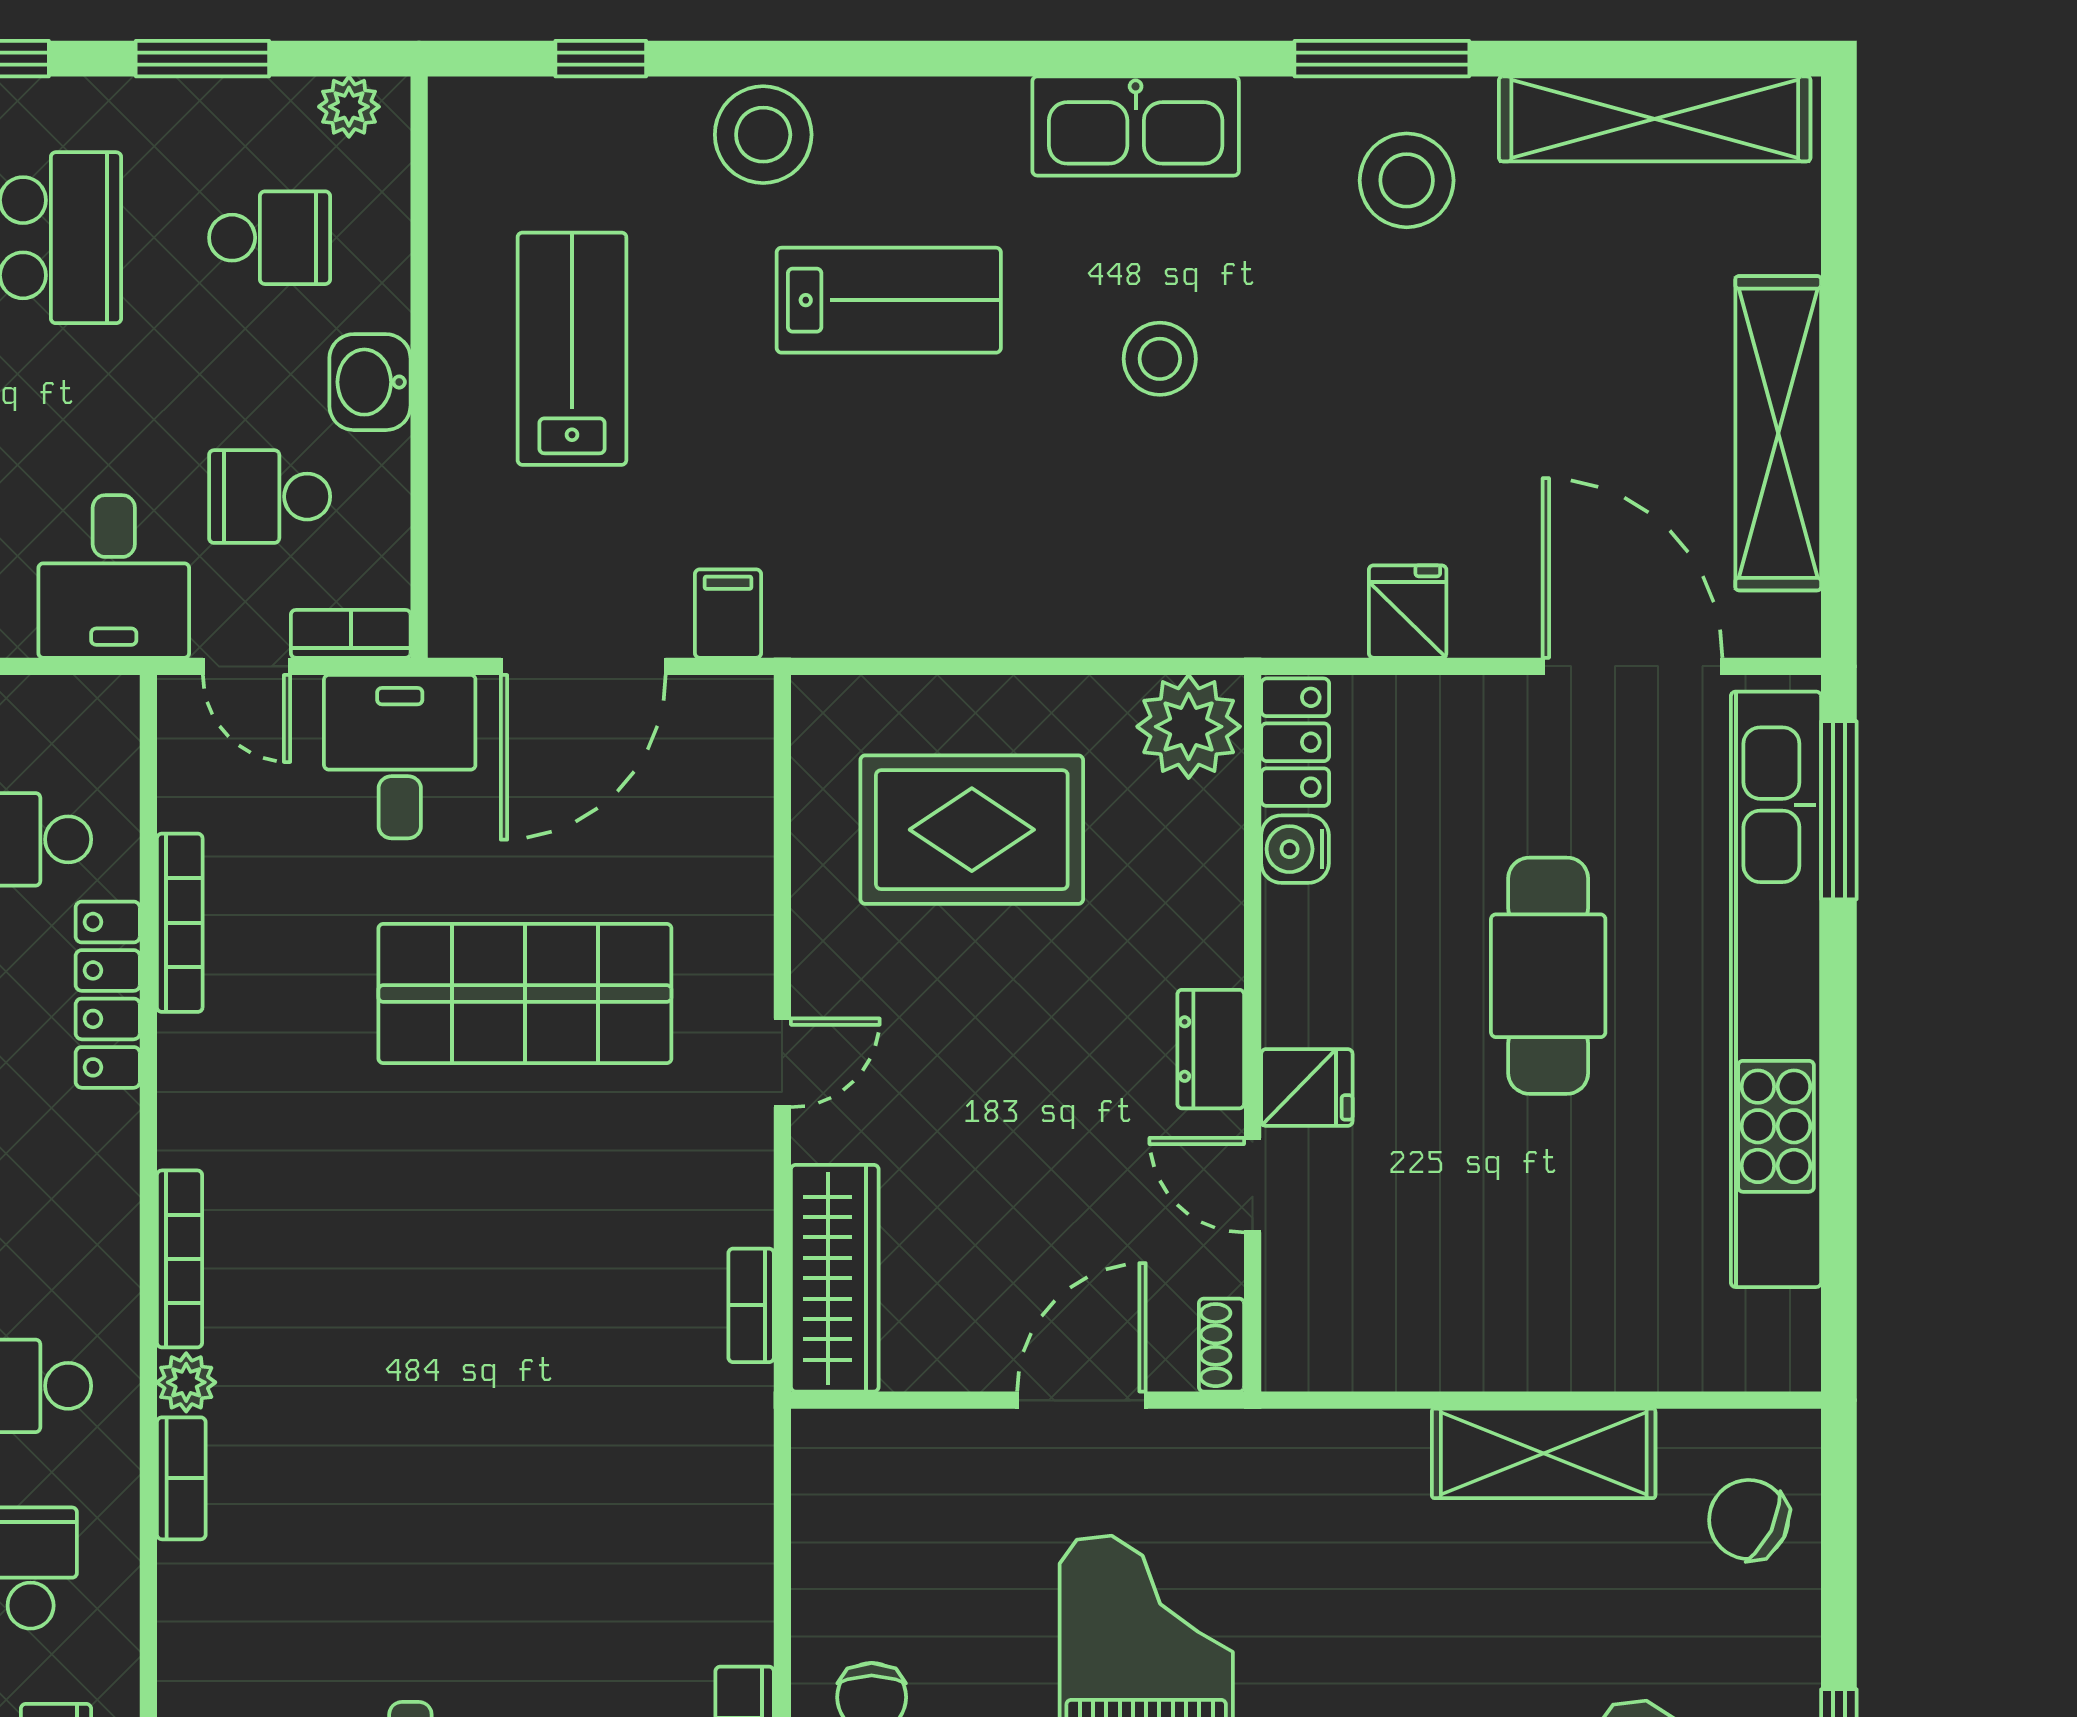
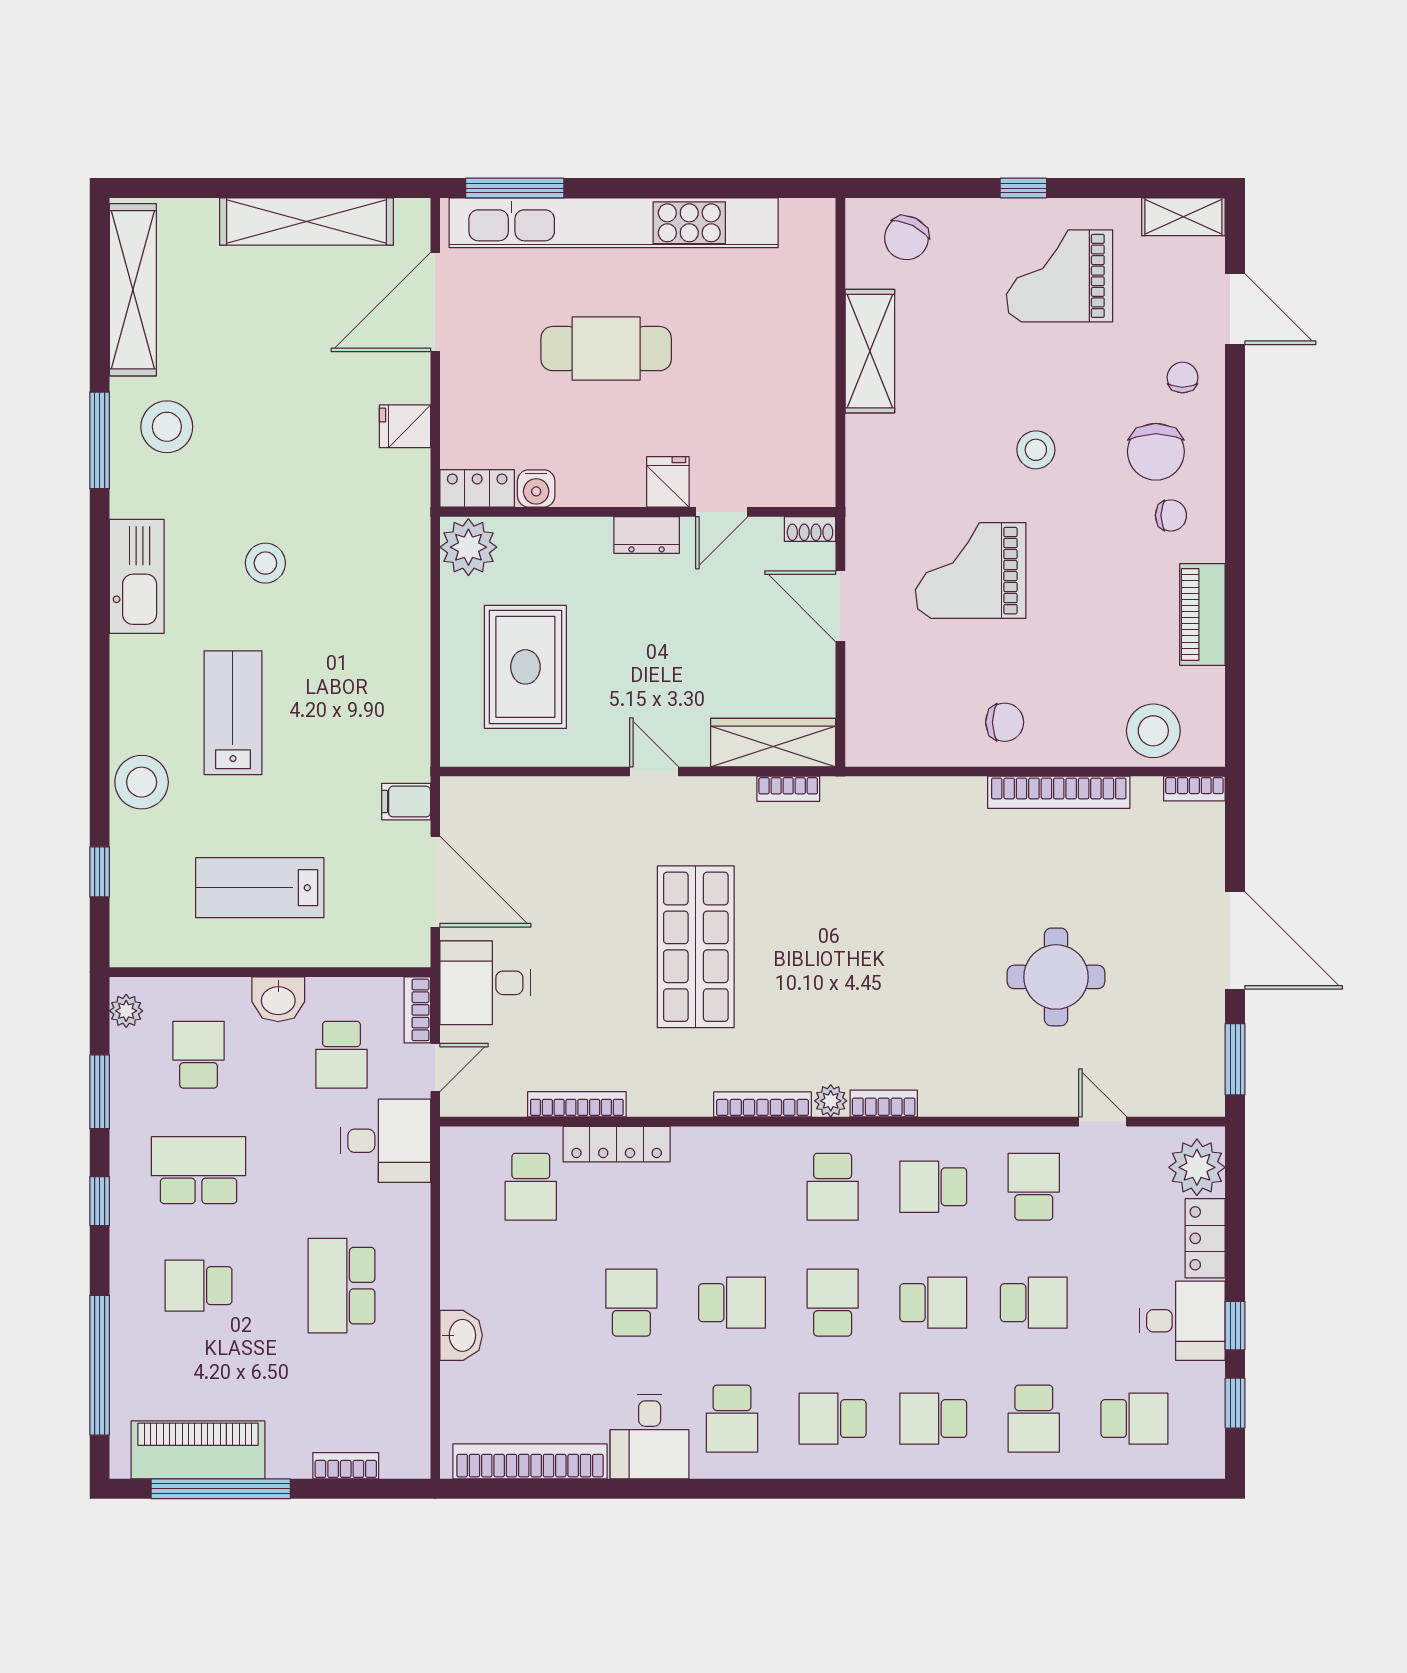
shop shelf: (525, 994) -> (696, 947), moved

